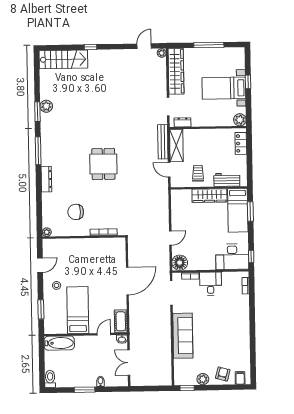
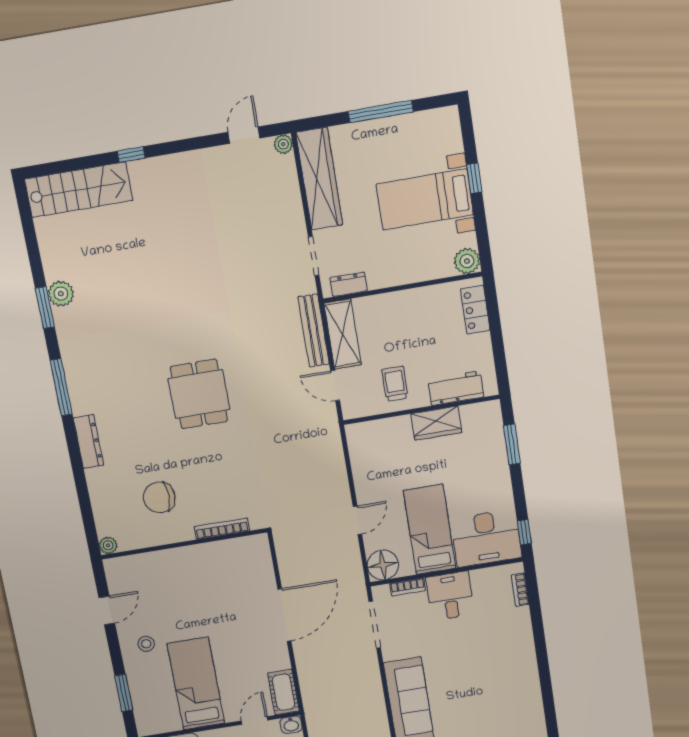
wardrobe: (209, 196) -> (436, 423), width x0.67
bed: (238, 210) -> (430, 529), moved, turned 180

